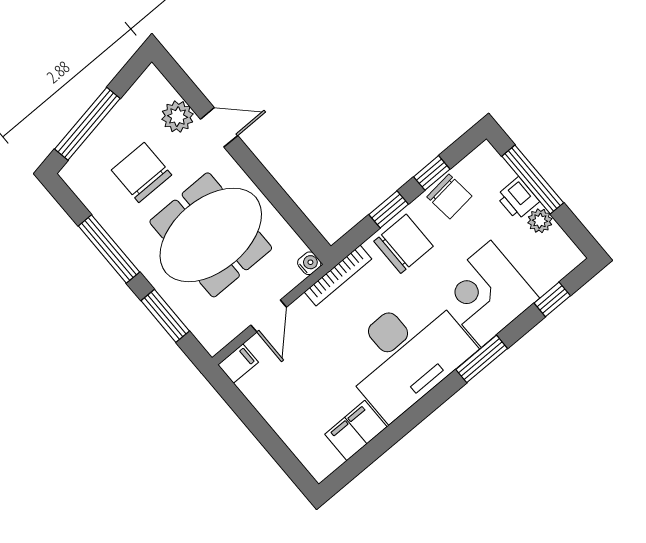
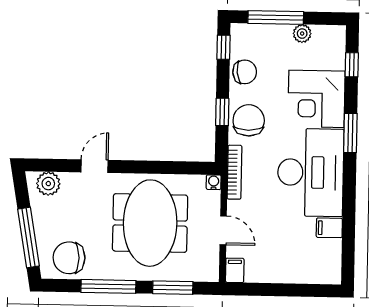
plant: (178, 117) -> (48, 184), moved
chair: (142, 172) -> (69, 258), moved
window: (432, 173) -> (224, 47), moved
printer: (518, 199) -> (279, 35), removed
filing cabinet: (356, 431) -> (329, 228), width x0.50

